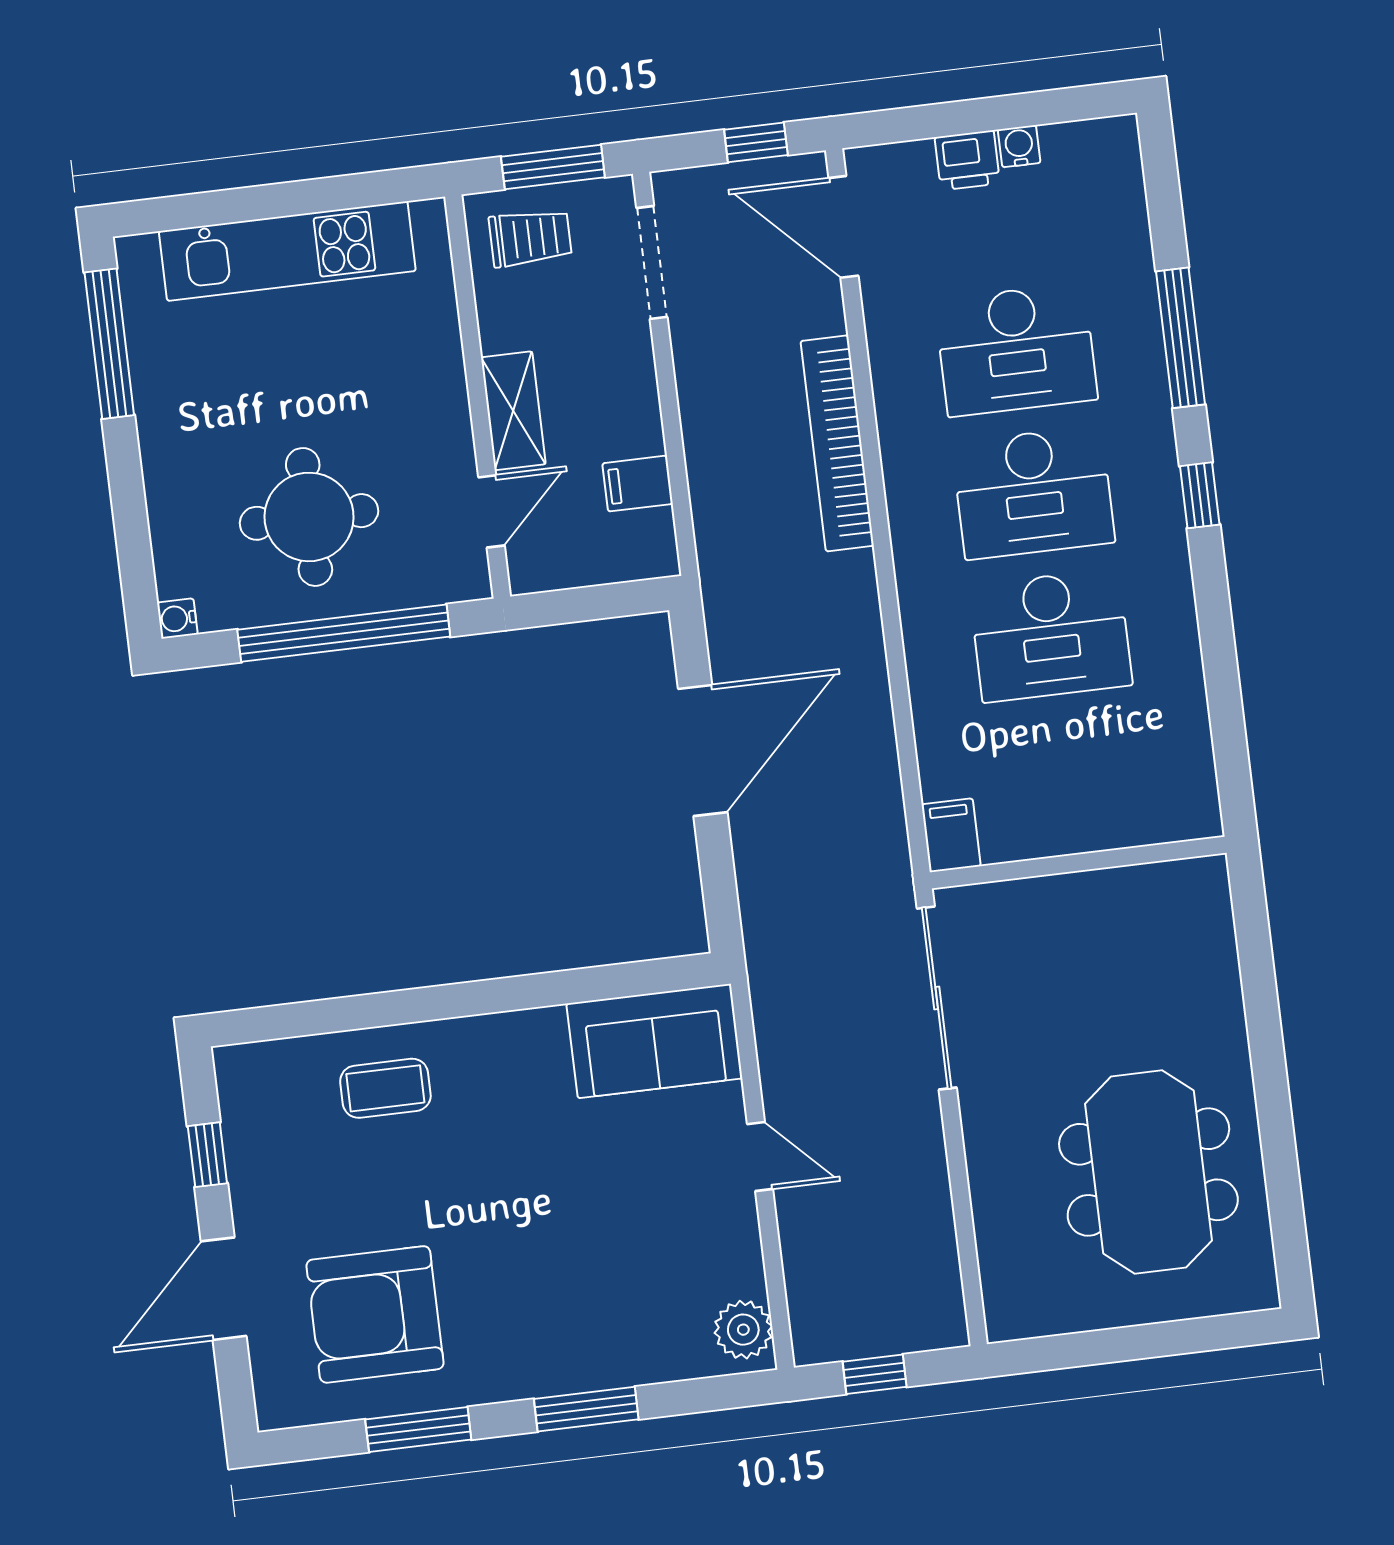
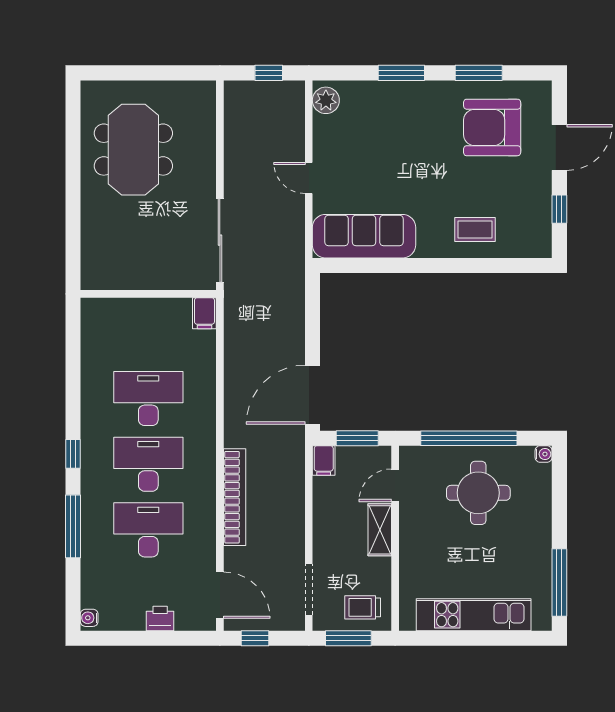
water cooler: (1019, 146) -> (89, 618), moved, turned 90
filing cabinet: (638, 484) -> (324, 461), moved, turned 90
window: (586, 604) -> (357, 438), added
door: (703, 751) -> (312, 395), moved
sofa: (654, 1041) -> (364, 236), width x1.36
armchair: (375, 1314) -> (492, 127), turned 180

